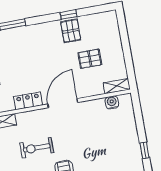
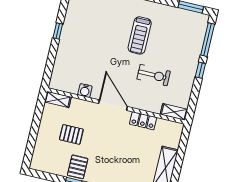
water cooler: (112, 102) -> (85, 91), moved
door: (63, 103) -> (113, 105), swing flipped

